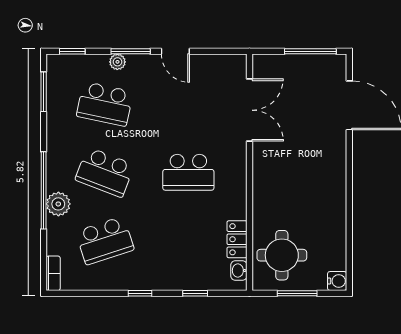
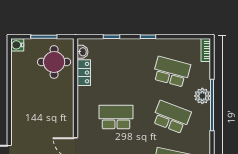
school desk: (105, 241) -> (171, 72), turned 33

